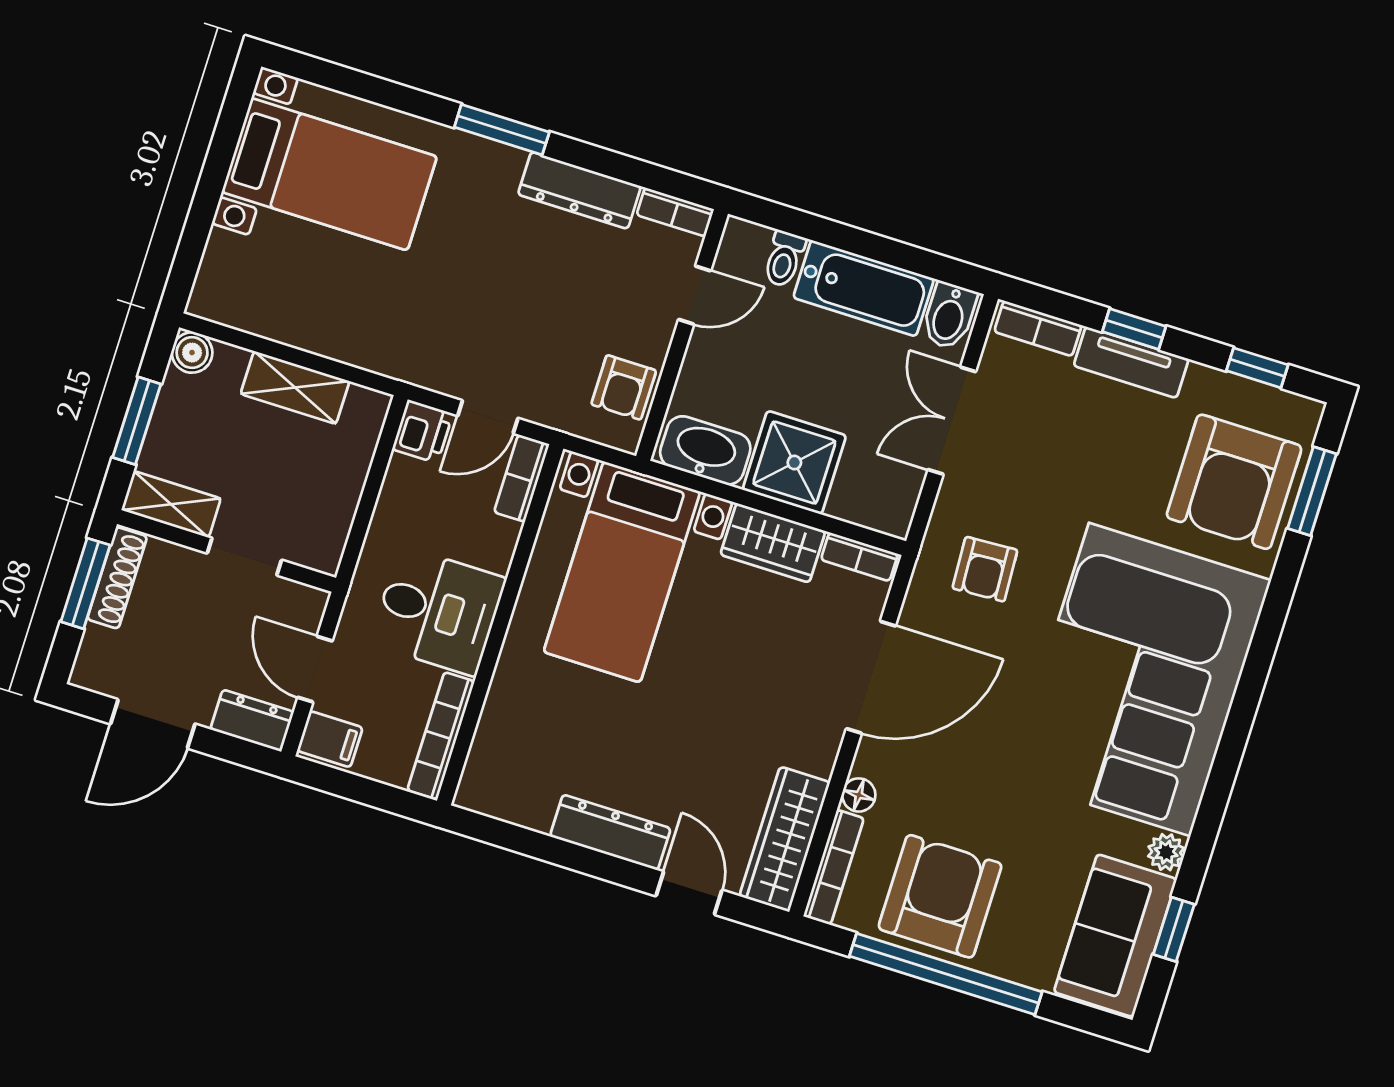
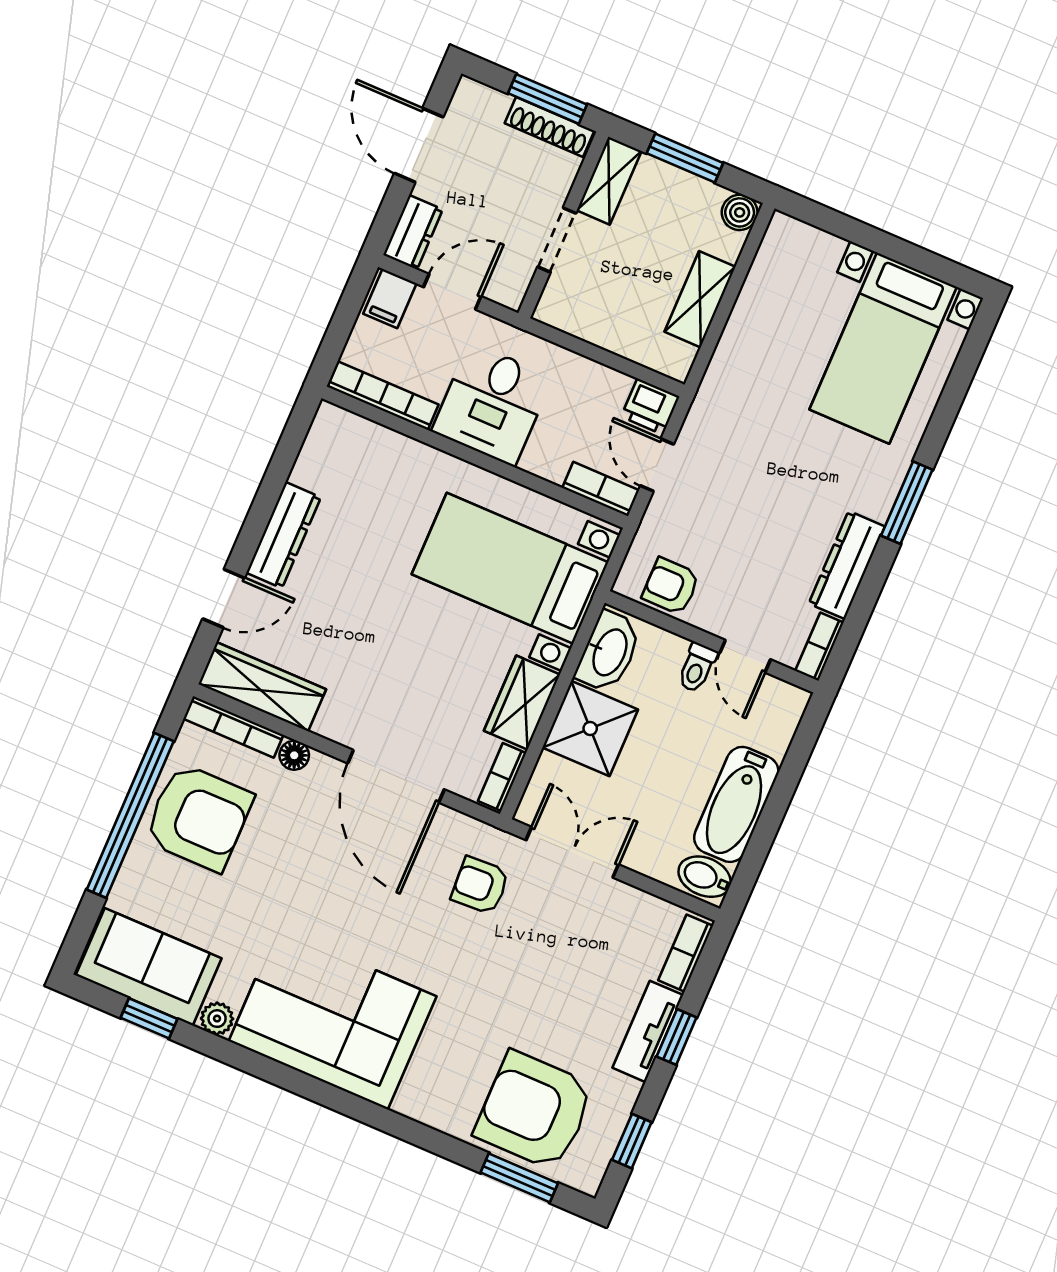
toilet: (784, 259) -> (697, 668), moved, turned -90
double door: (952, 421) -> (572, 852), moved
corner sofa: (1140, 680) -> (333, 1019), width x0.73, depth x0.74

